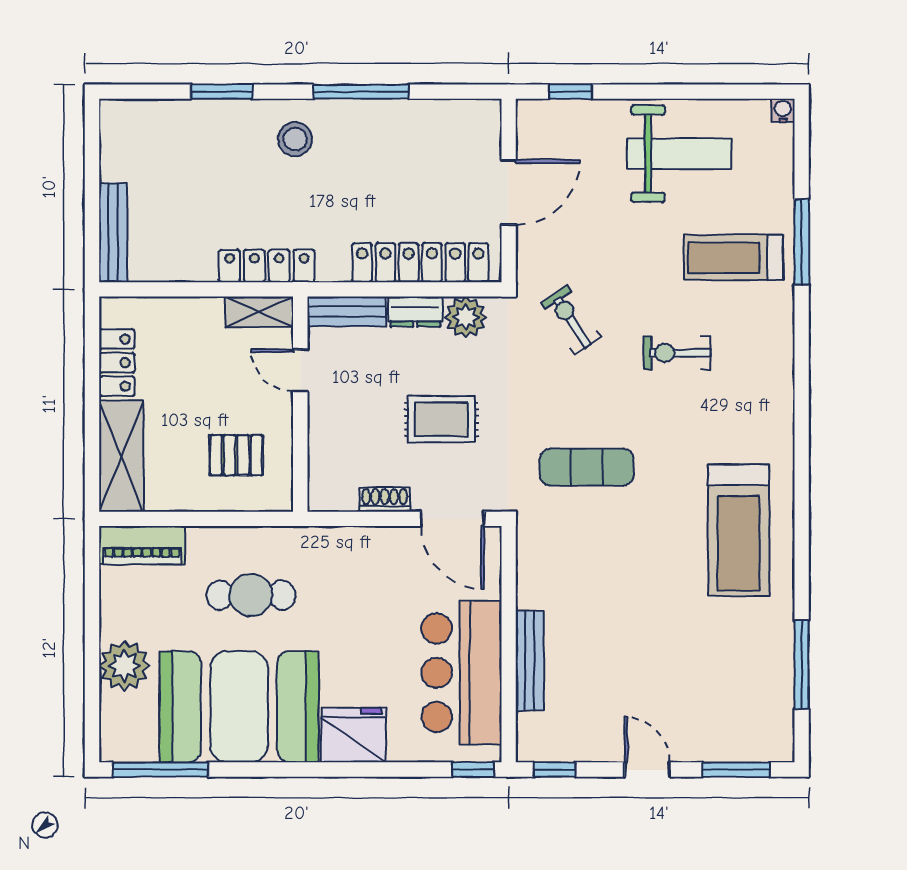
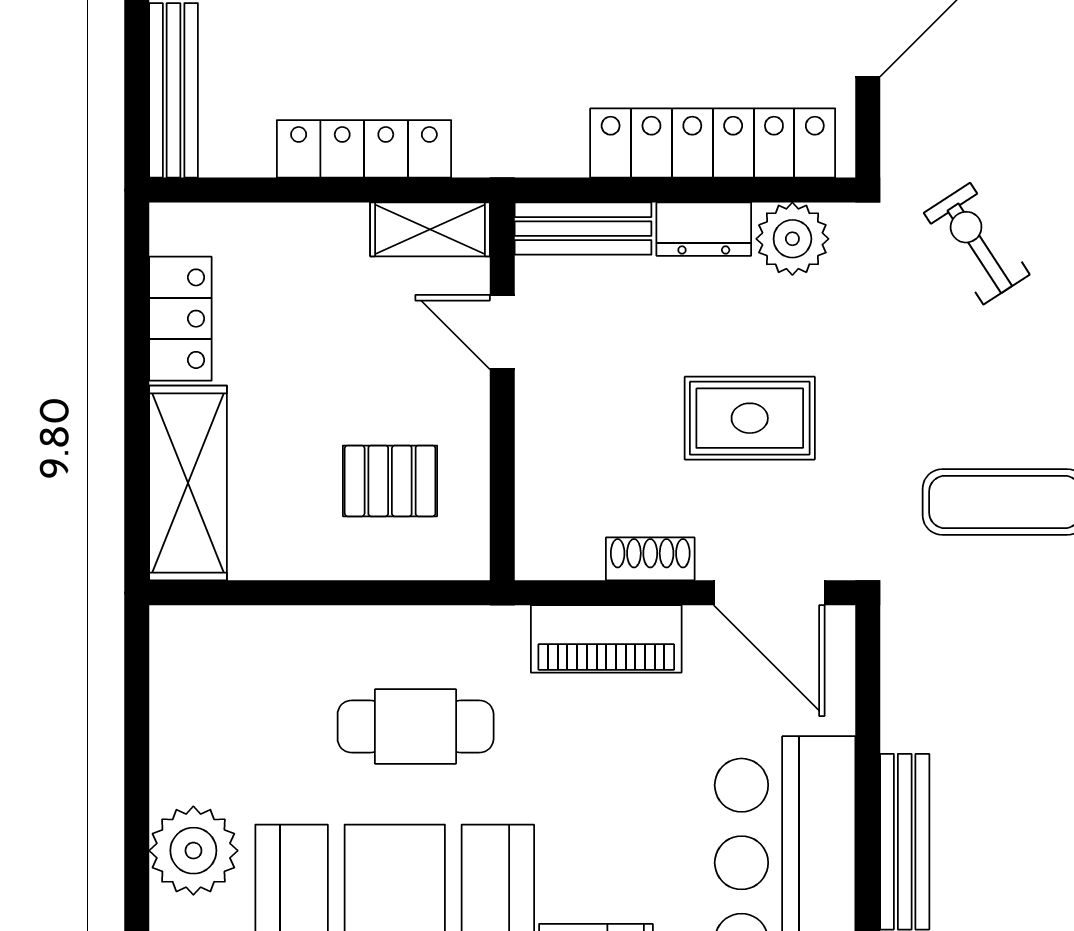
locker: (267, 266) -> (364, 149), moved
piano: (142, 545) -> (606, 639), moved

